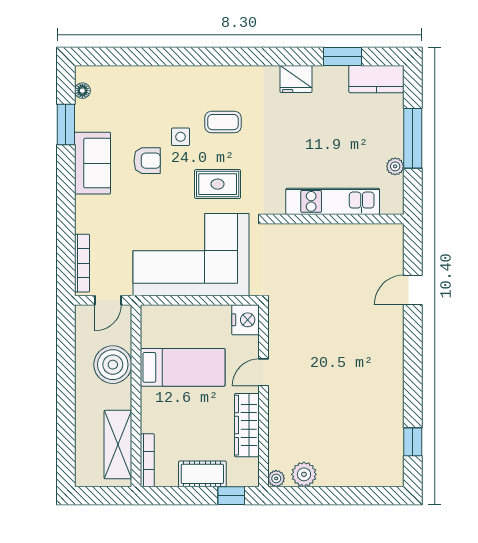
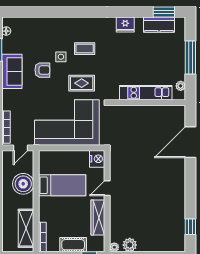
window: (343, 56) -> (164, 12), moved
kitchen counter: (376, 79) -> (159, 25), moved
plant: (395, 166) -> (181, 86), moved
door: (413, 290) -> (190, 142), width x1.88

